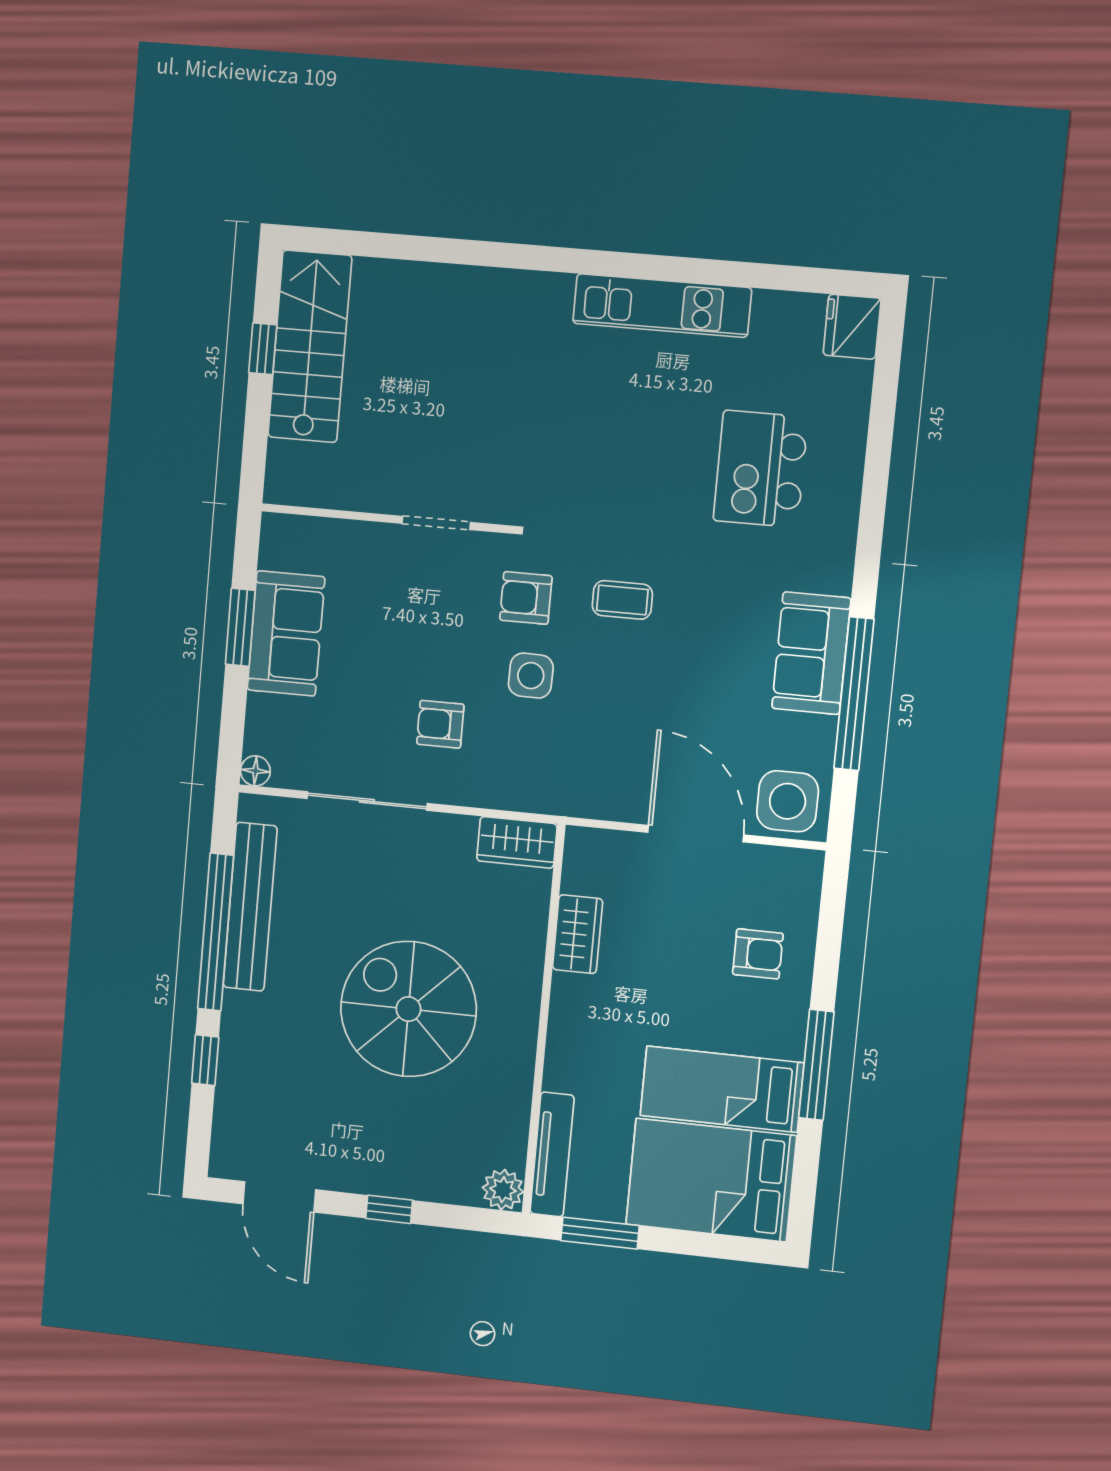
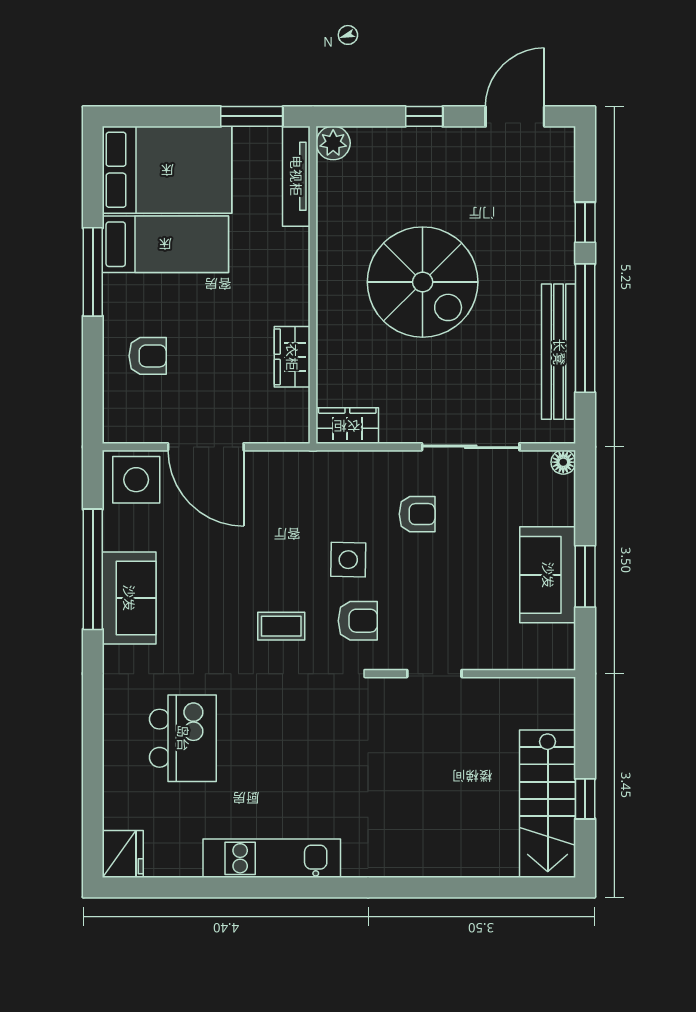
armchair: (758, 954) -> (148, 356), turned 180
door: (279, 1197) -> (515, 116), hinge flipped

